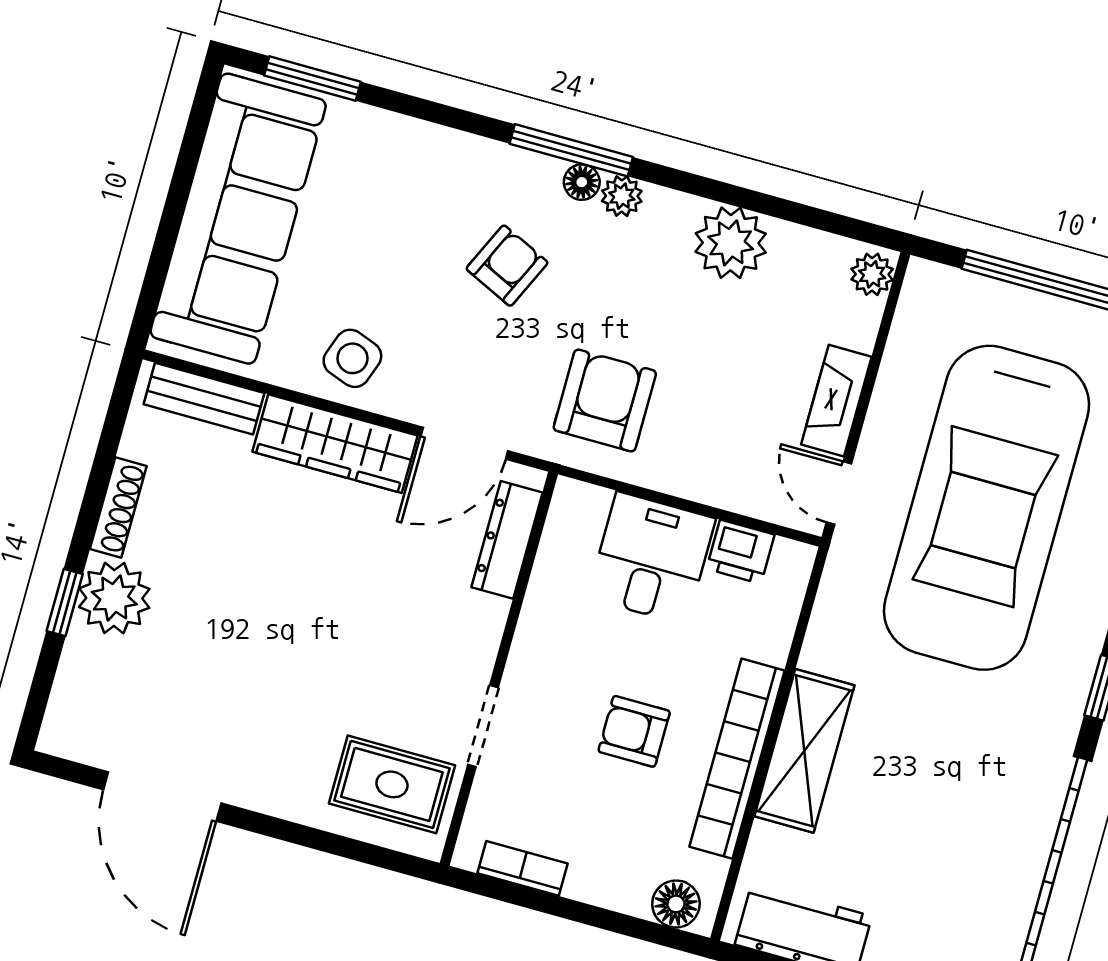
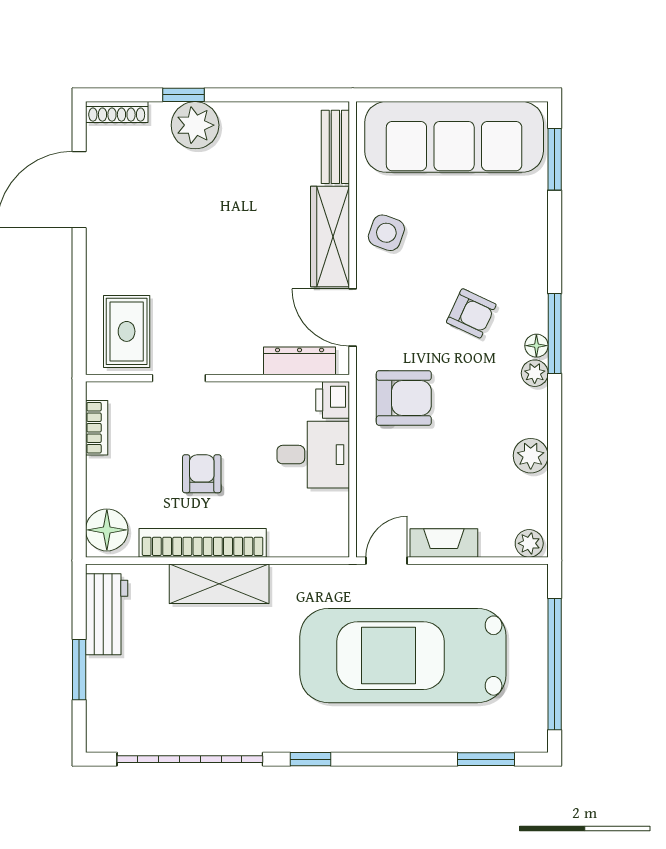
plant: (731, 243) -> (531, 456), width x0.73, depth x0.73
shoe rack: (118, 507) -> (117, 112), moved
printer: (740, 552) -> (333, 400), moved
floor lamp: (676, 904) -> (107, 530), width x1.38, depth x1.38

